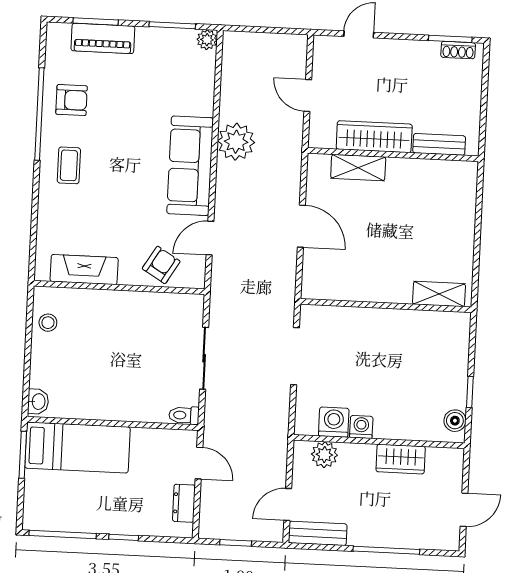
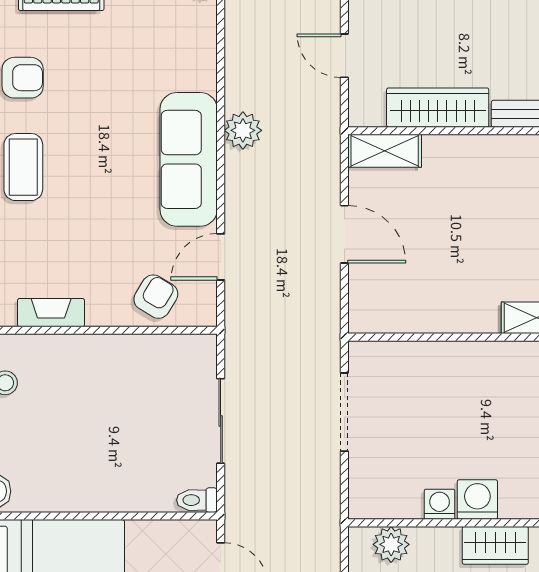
plant: (236, 142) -> (243, 130), width x0.73, depth x0.73
coffee table: (69, 165) -> (23, 167), width x1.36, depth x1.30
shelving: (358, 168) -> (385, 151), moved
fireplace: (84, 270) -> (51, 313), width x0.73, depth x0.76
washing machine: (334, 422) -> (477, 499), moved

